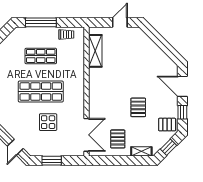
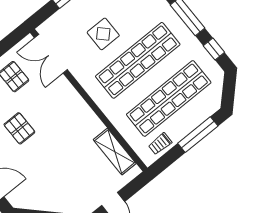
shop shelf: (41, 56) -> (169, 98), width x2.00, depth x1.36
shop shelf: (41, 92) -> (138, 60), width x1.40

